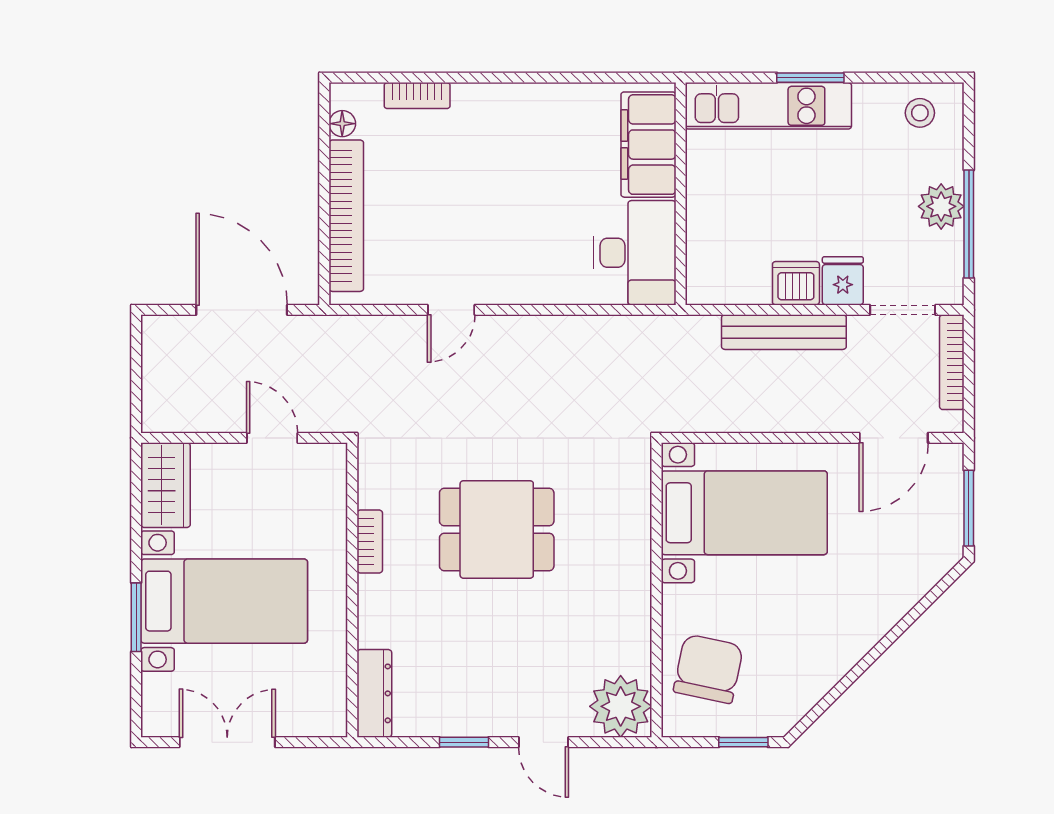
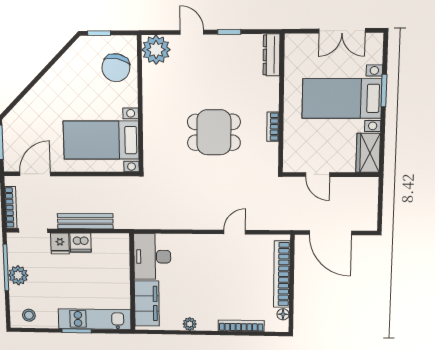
bookcase: (417, 96) -> (241, 326), width x1.56
plant: (552, 98) -> (190, 324), added

